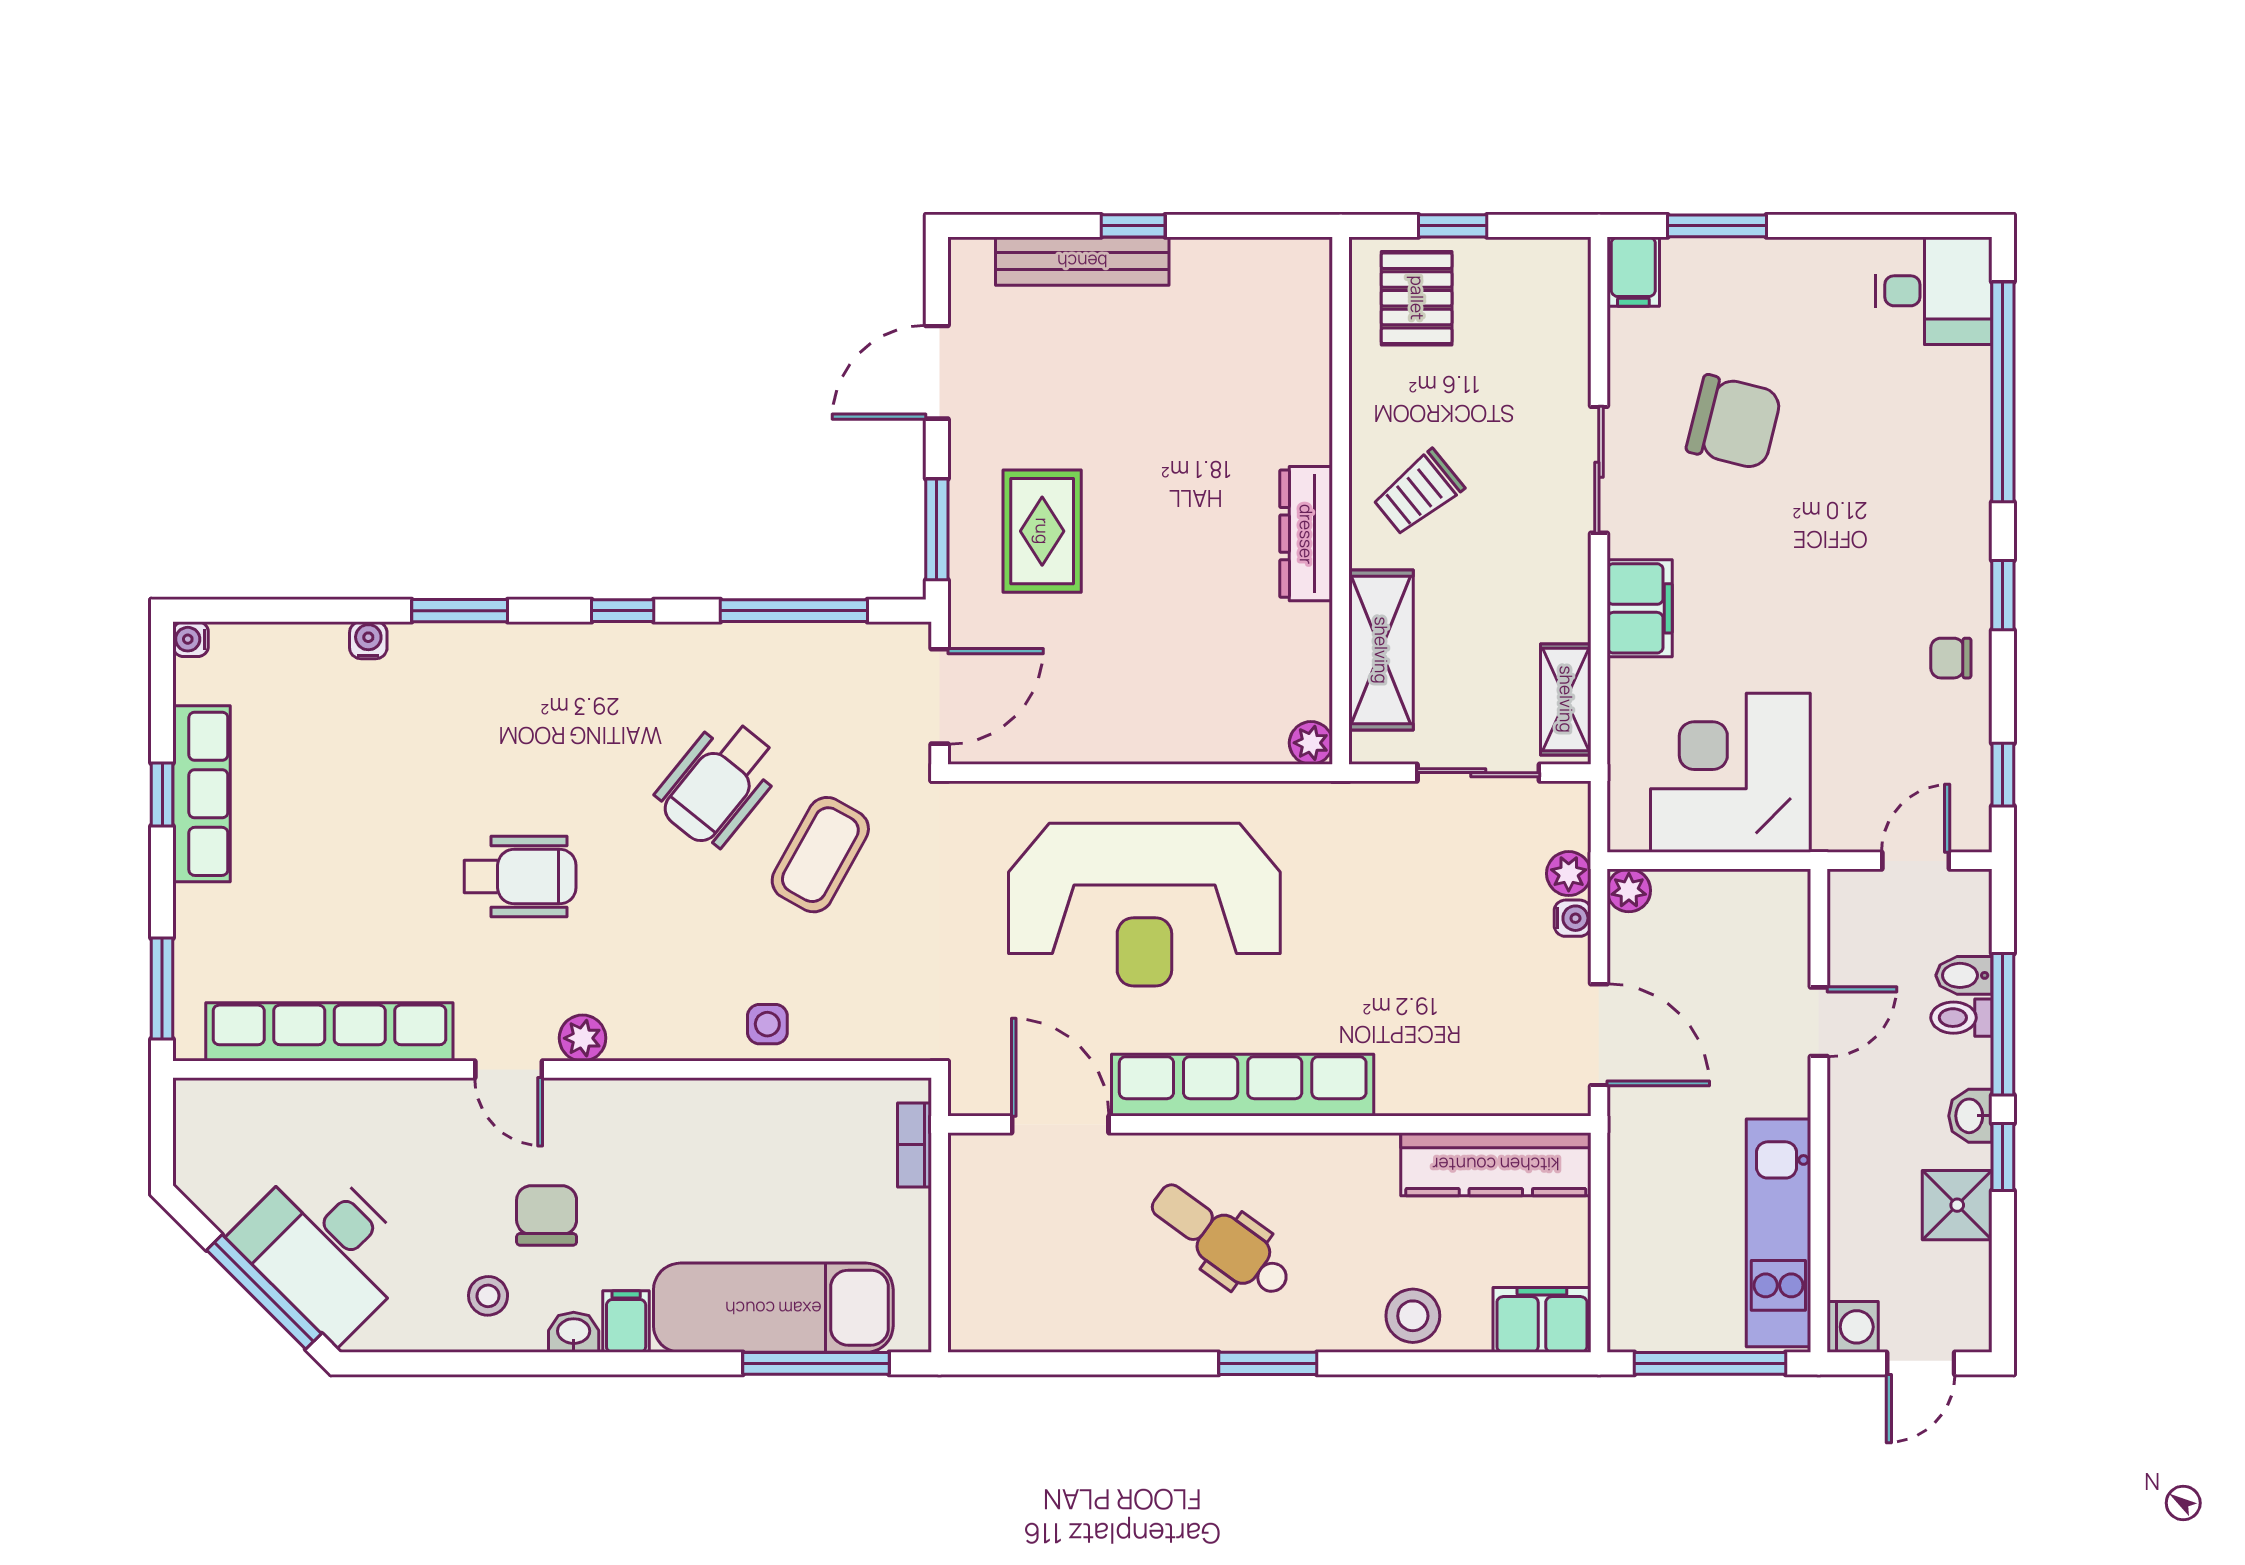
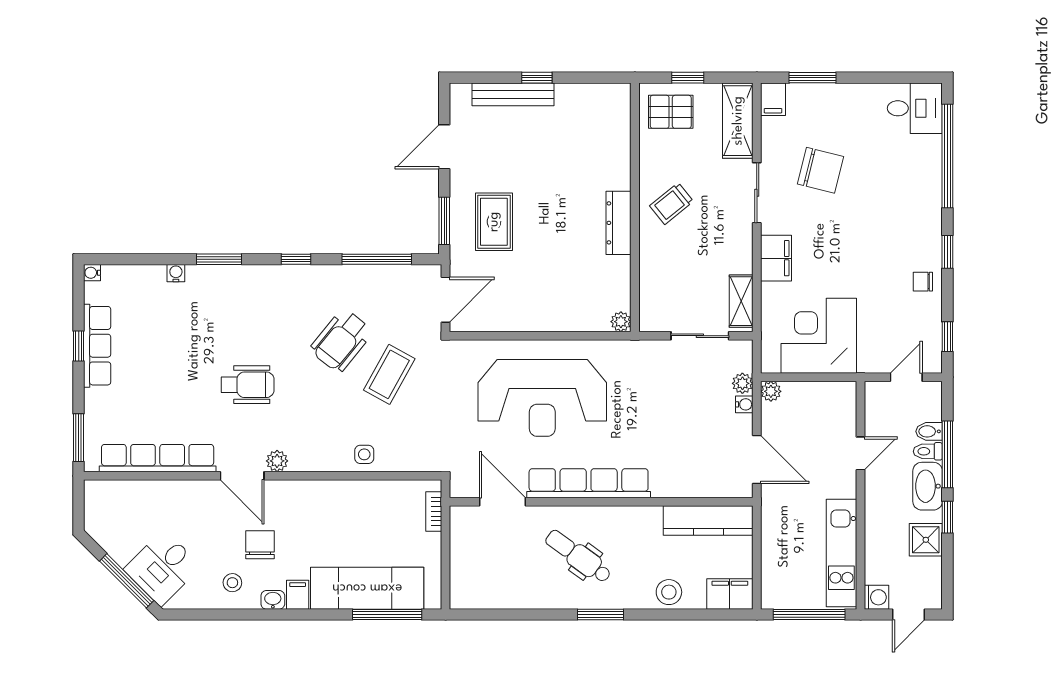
pallet: (1417, 298) -> (671, 112), turned 90
shelving: (1381, 650) -> (738, 121), moved
door: (509, 1069) -> (242, 476), width x1.37
washbasin: (1970, 1116) -> (928, 486), width x1.91, depth x1.45
desk: (325, 1249) -> (162, 568), width x0.73

